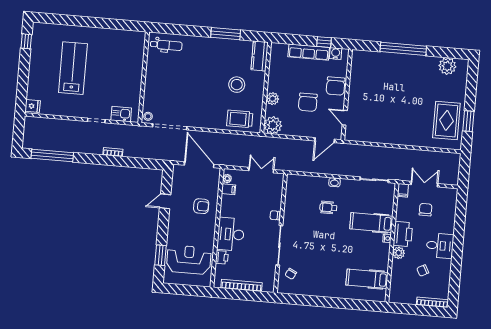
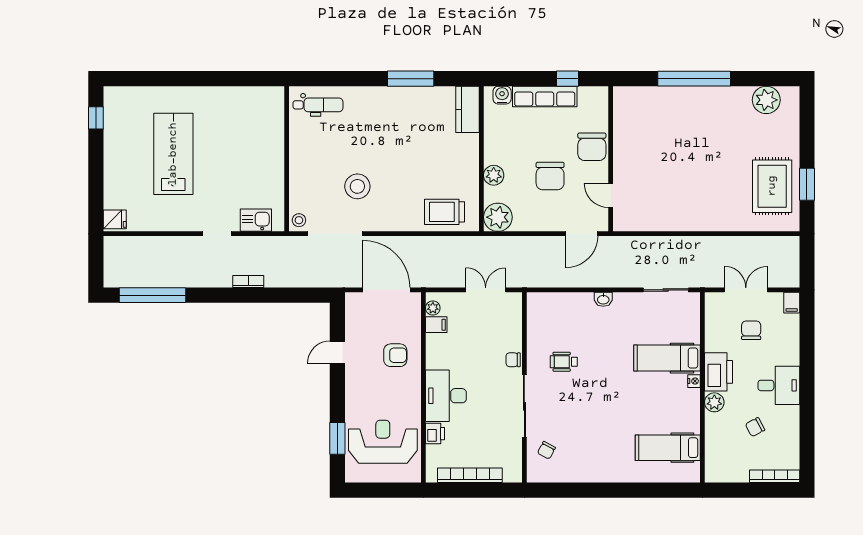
water cooler: (336, 53) -> (502, 95), moved
stool: (237, 85) -> (357, 186), moved
filing cabinet: (403, 190) -> (792, 303), moved
wheelchair: (328, 208) -> (564, 362), moved

